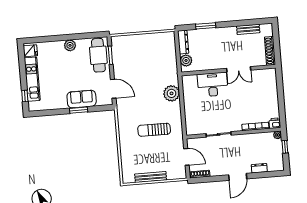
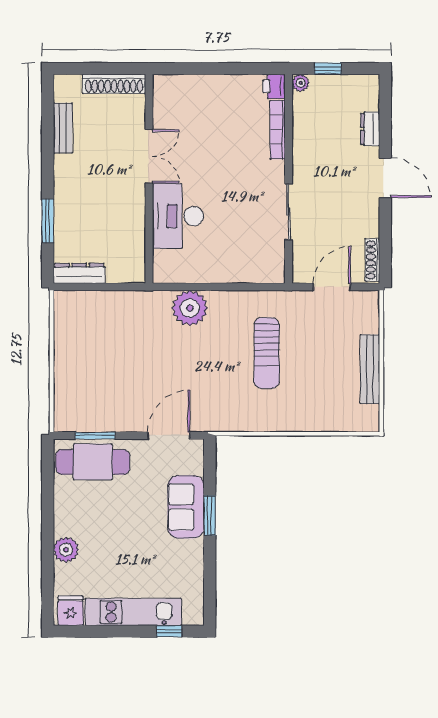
plant: (70, 45) -> (66, 550), moved
plant: (186, 60) -> (120, 270), removed

